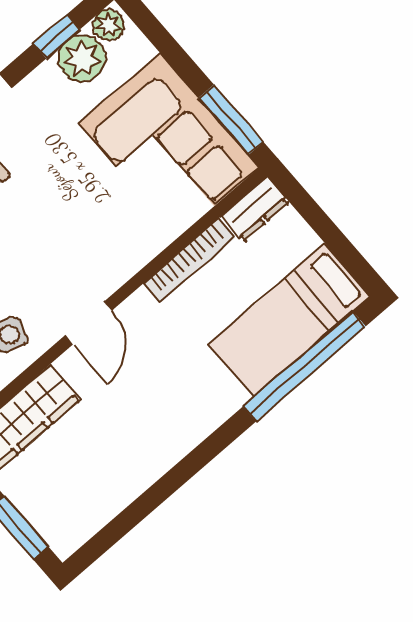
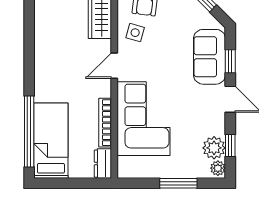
window: (231, 120) -> (178, 183), moved
corner sofa: (169, 145) -> (144, 119), moved, turned 90
door: (89, 323) -> (114, 66), hinge flipped

